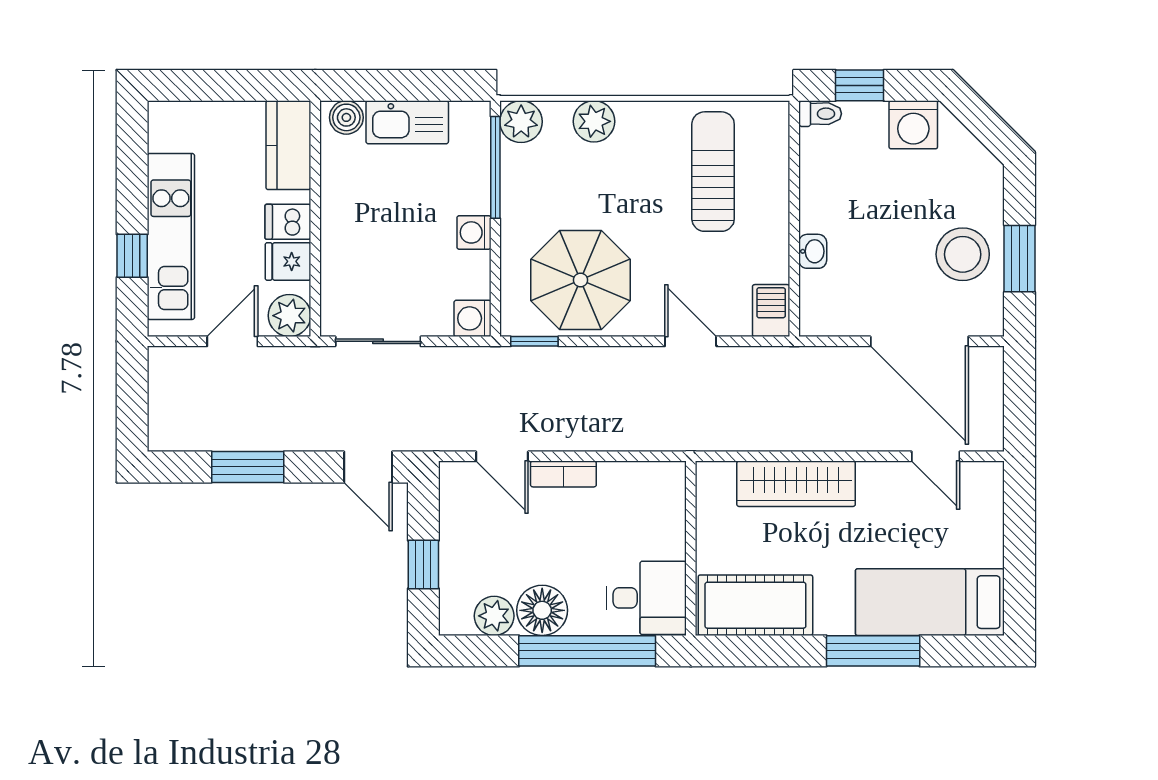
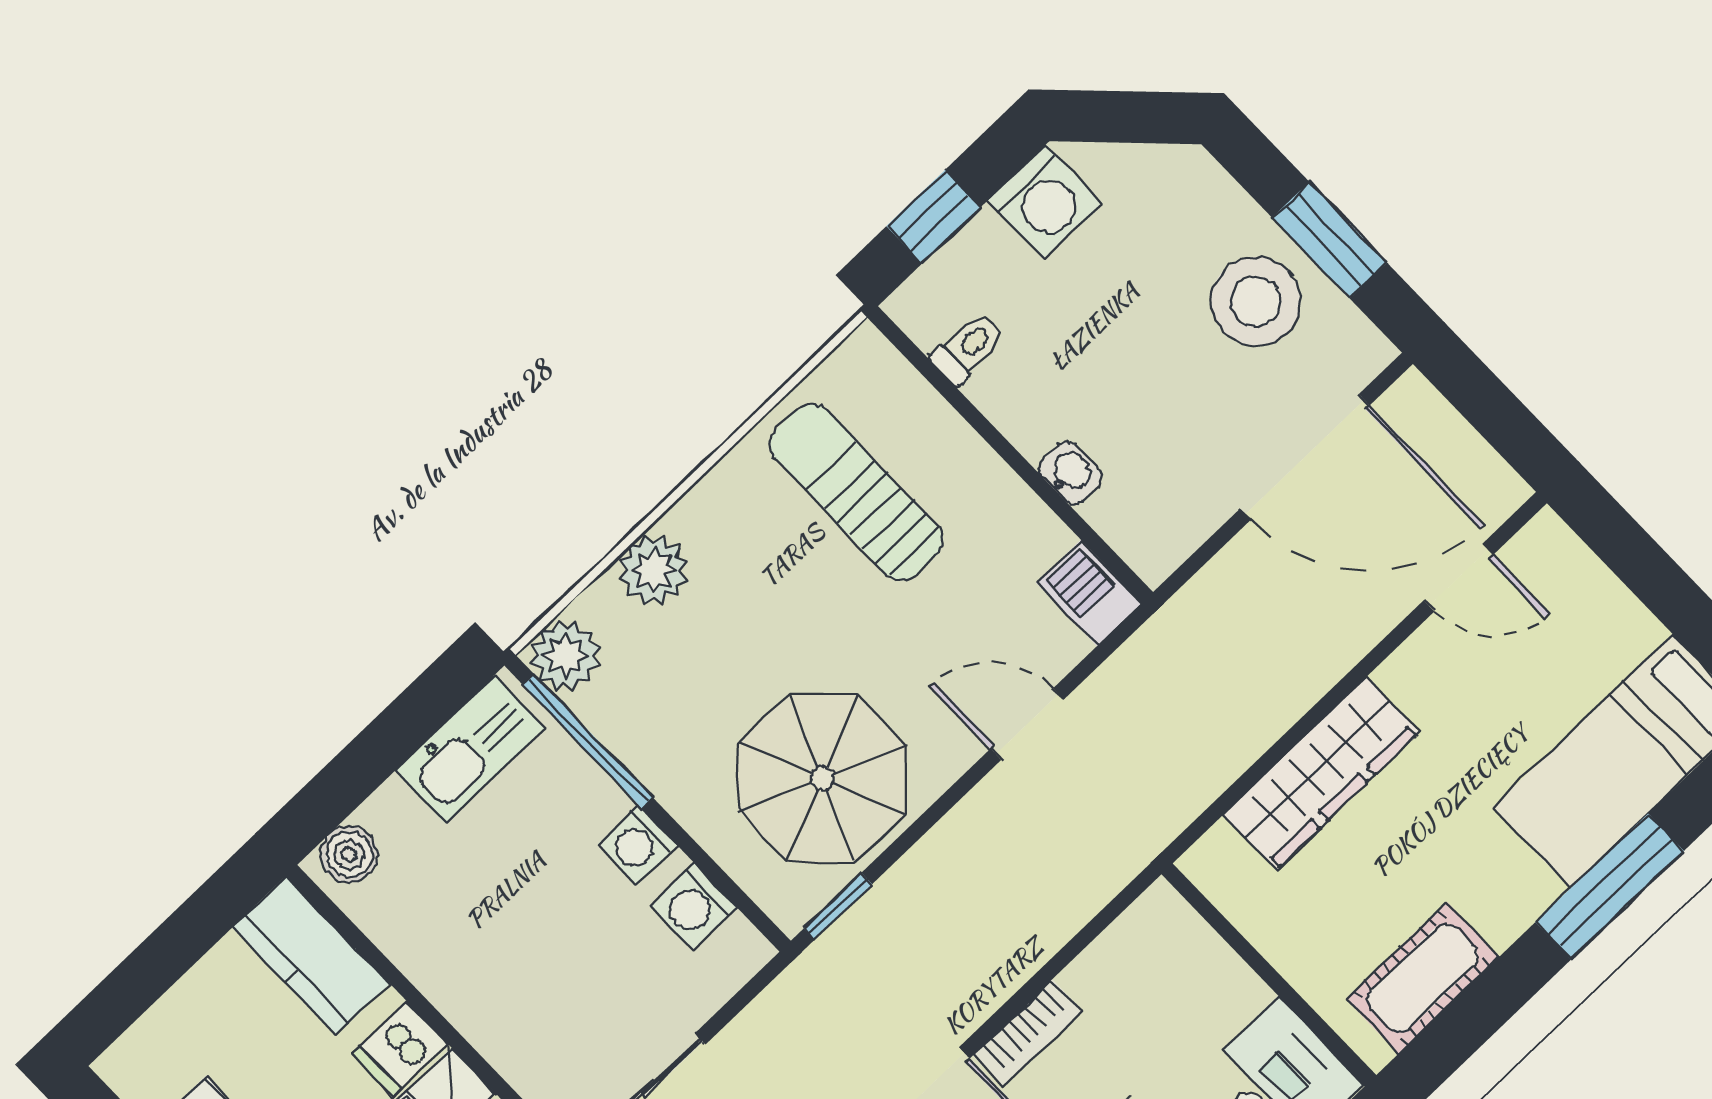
toilet: (820, 114) -> (968, 348), moved
kitchen sink: (407, 122) -> (470, 749), moved
washing machine: (472, 318) -> (694, 906), moved
cot: (755, 605) -> (1423, 978), width x0.73, depth x0.75

